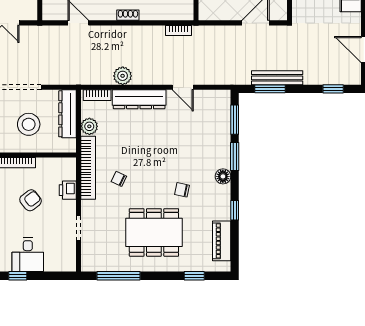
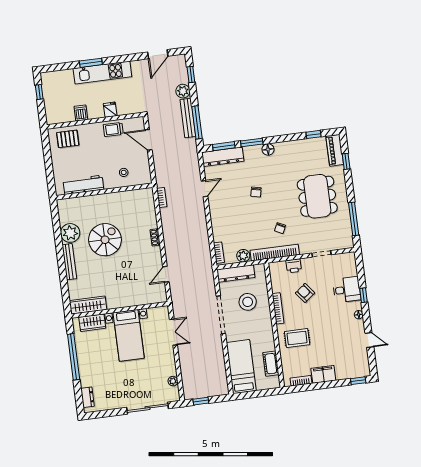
plant: (123, 76) -> (183, 91), moved
window: (270, 89) -> (197, 122), width x1.44
dresser: (139, 99) -> (223, 157), moved, turned 90
chair: (182, 190) -> (256, 192), moved
window: (235, 210) -> (313, 134), moved
piano: (222, 241) -> (335, 150), moved, turned 90

